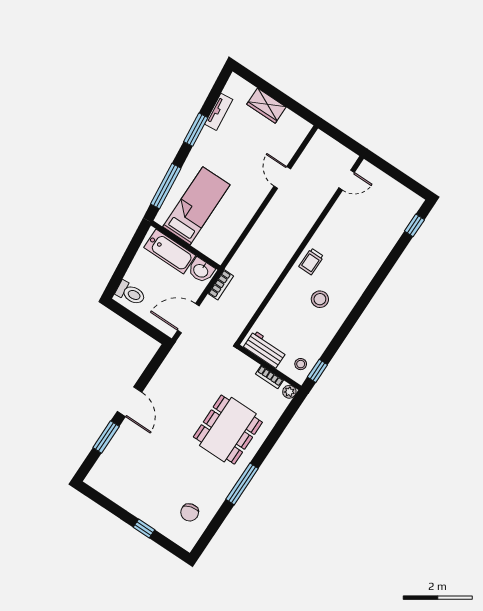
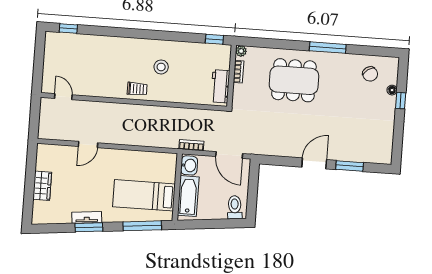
tv unit: (219, 112) -> (87, 217), moved
stool: (301, 364) -> (216, 54), removed
chair: (190, 512) -> (370, 74), turned 70
floor lamp: (160, 526) -> (392, 90), added

